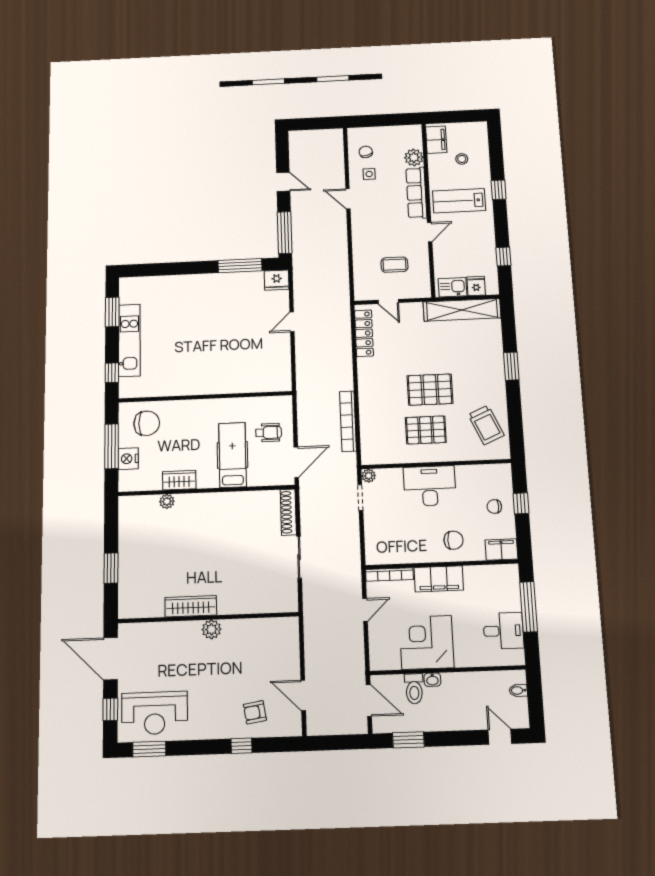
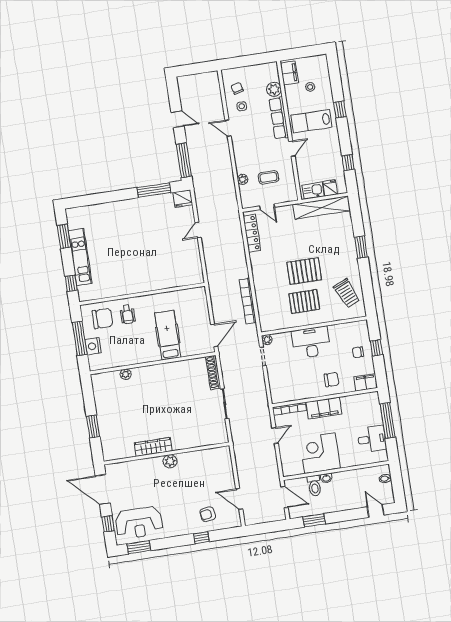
plant: (360, 264) -> (243, 179), added
wheelchair: (268, 433) -> (128, 314), moved, turned 90
wardrobe: (179, 480) -> (132, 358), removed

